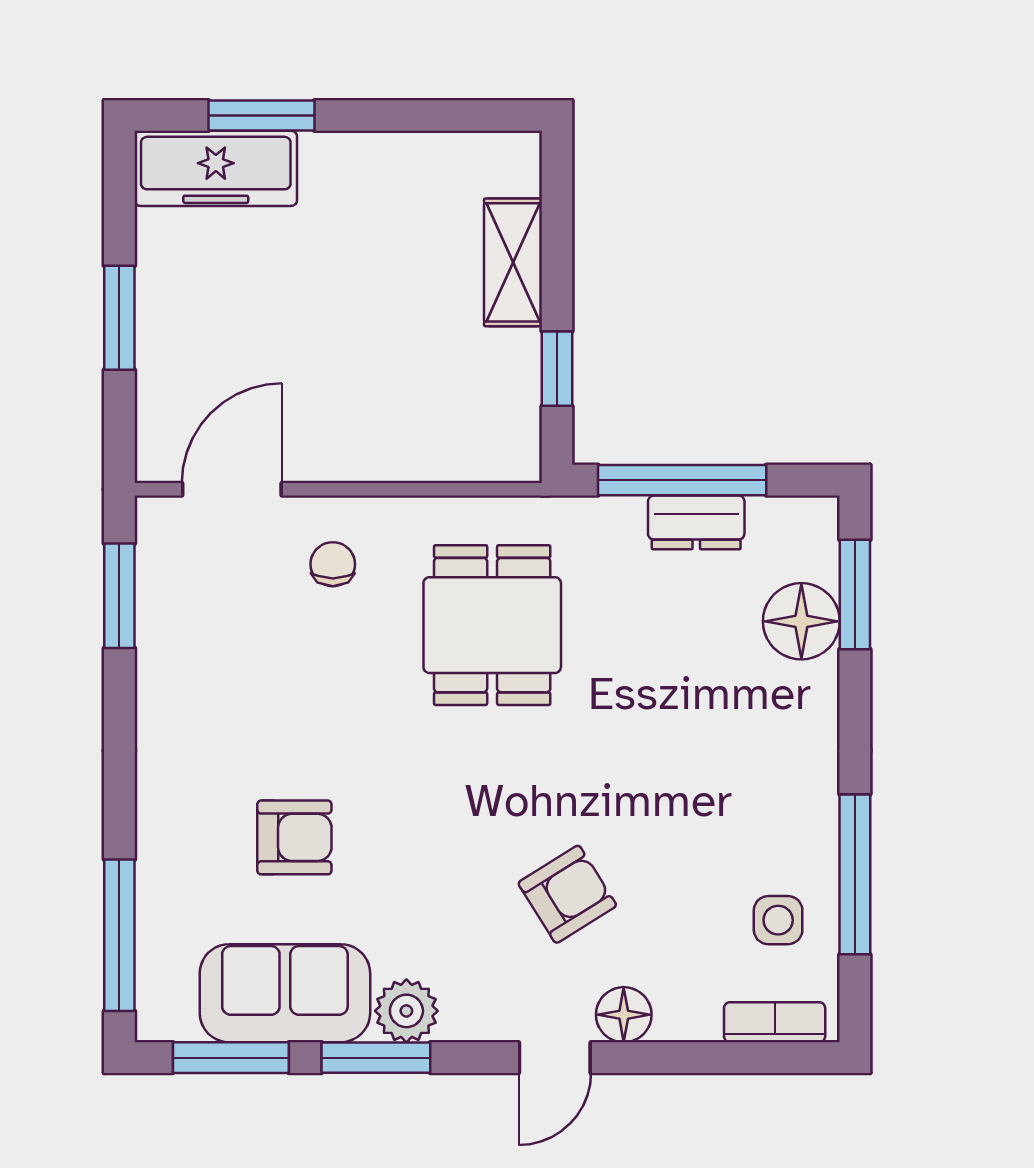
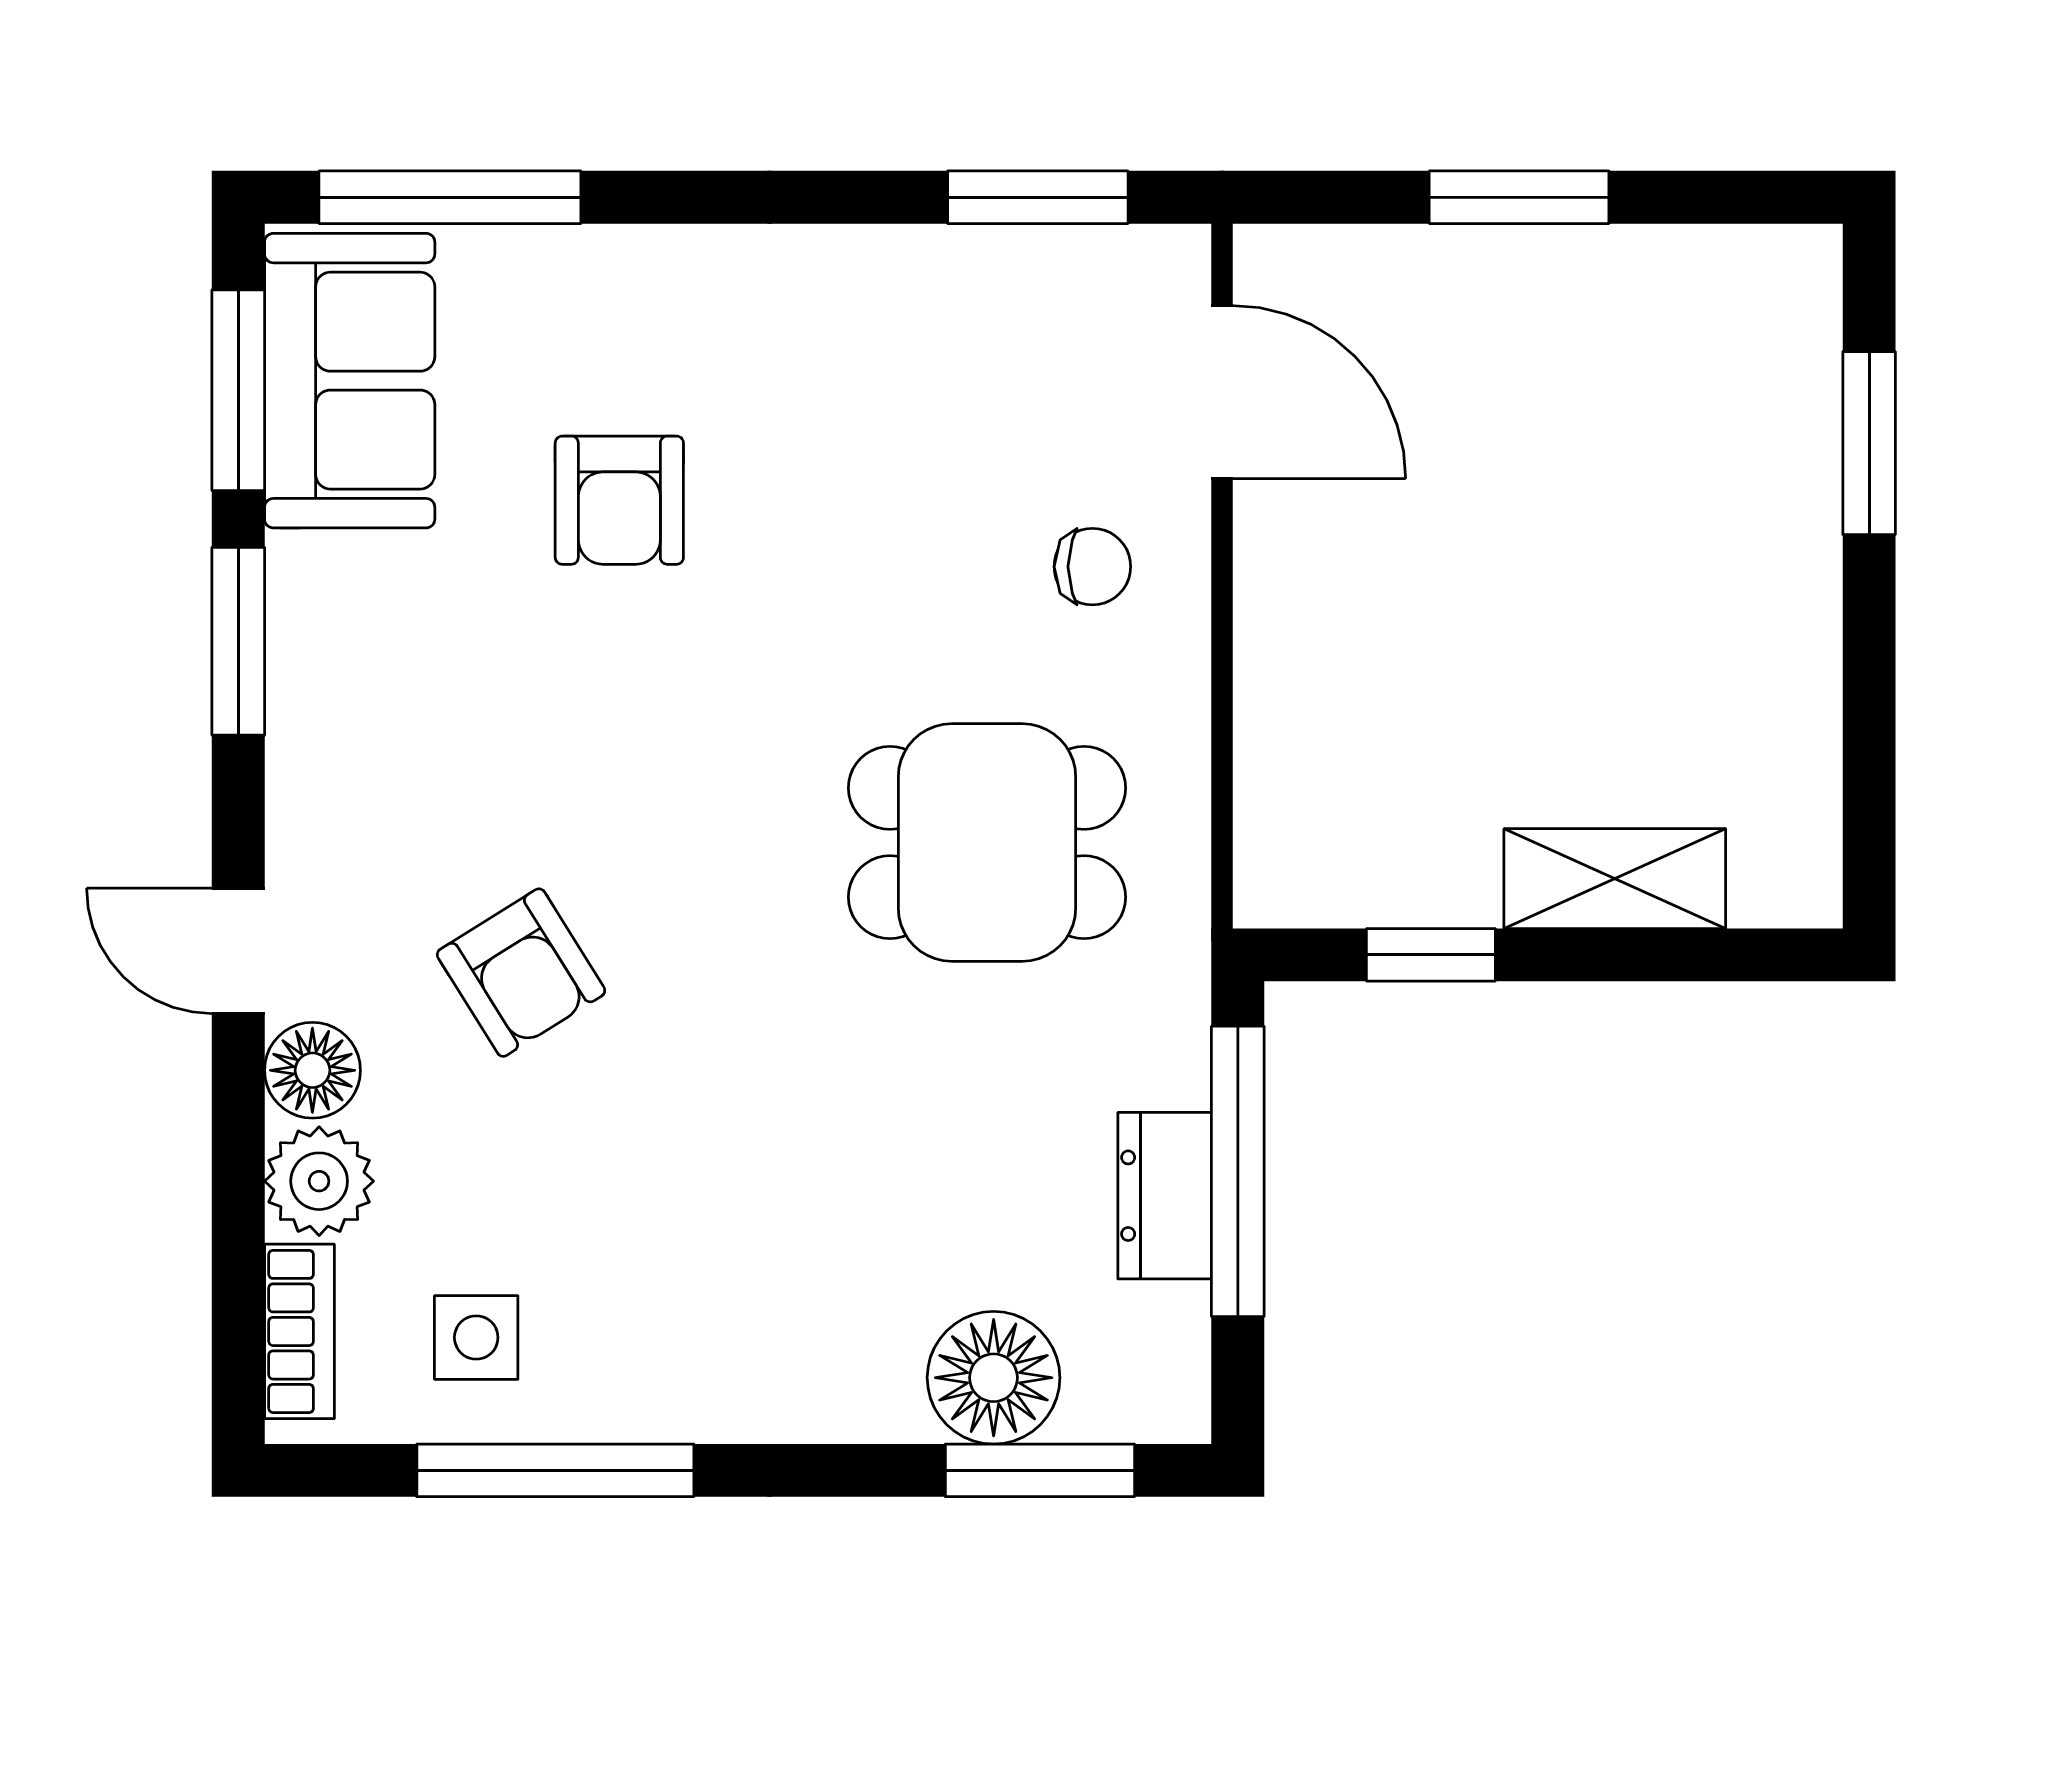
freezer: (216, 168) -> (1778, 364), removed
sofa: (285, 993) -> (350, 381), moved
plant: (406, 1011) -> (319, 1181), moved

